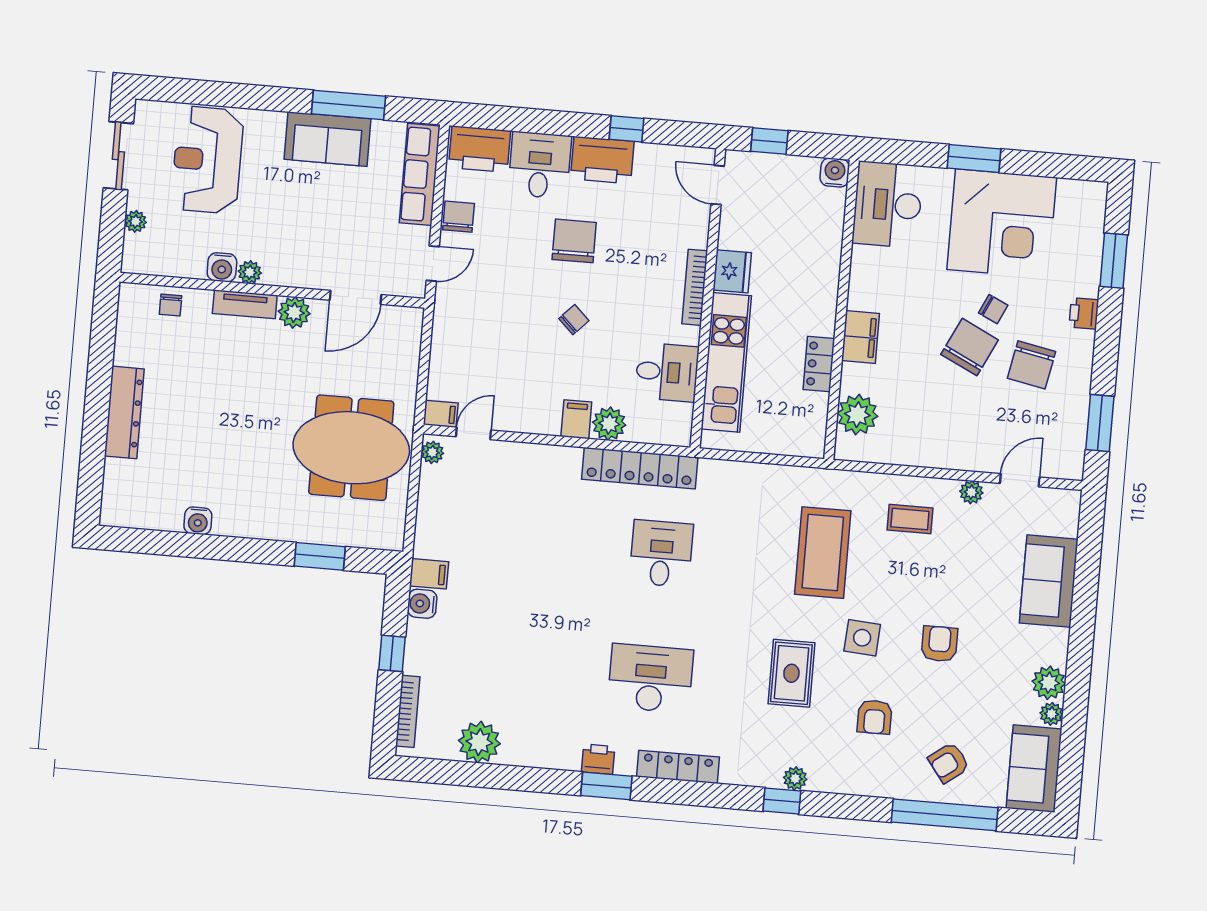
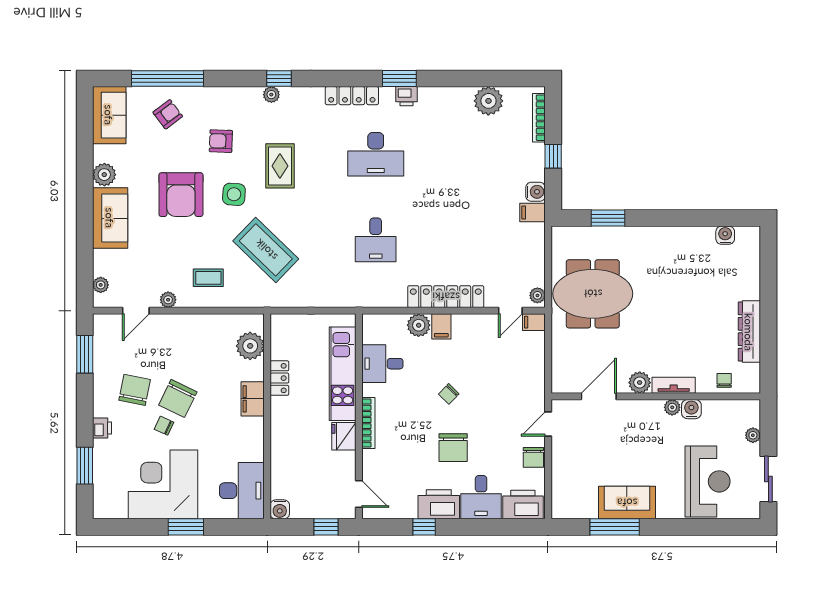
row of seats: (420, 174) -> (562, 484), removed
dresser: (124, 412) -> (749, 332), moved
locker: (640, 468) -> (446, 297), moved
water cooler: (198, 521) -> (725, 235), moved
coffee table: (823, 553) -> (266, 250), turned -46
sofa: (1049, 581) -> (110, 218), moved
armchair: (939, 644) -> (181, 195), width x1.88, depth x1.88
plant: (1051, 714) -> (101, 285), moved
armchair: (875, 717) -> (221, 141), turned -88

